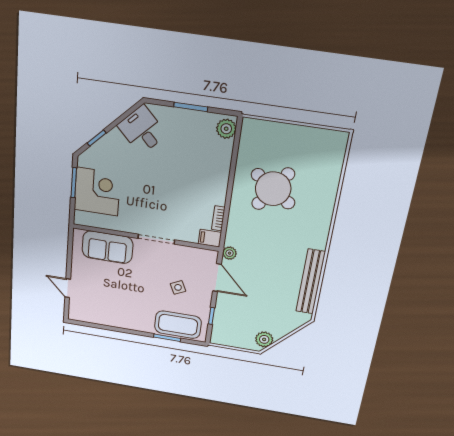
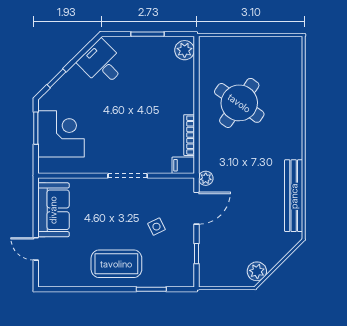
bookcase: (218, 218) -> (189, 135), width x1.56
sofa: (107, 247) -> (53, 210), moved, turned -90
door: (217, 278) -> (196, 208), hinge flipped
coffee table: (178, 325) -> (116, 264), moved

